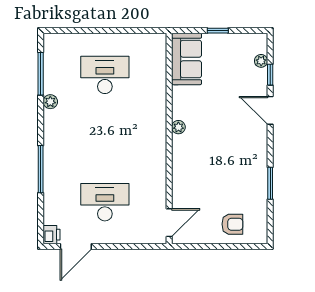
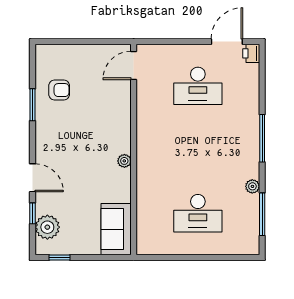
window: (218, 31) -> (60, 257), moved
plant: (261, 61) -> (47, 227), width x1.88, depth x1.88
window: (41, 169) -> (262, 138), moved
armchair: (232, 224) -> (59, 90), moved, turned 180

